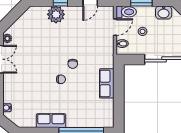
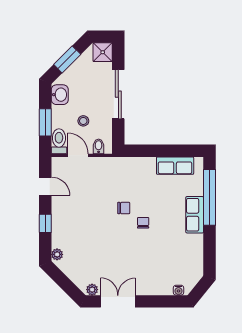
plant: (56, 14) -> (57, 254), moved, width x0.53, depth x0.53
row of seats: (107, 83) -> (175, 166), moved
row of seats: (51, 121) -> (195, 215), moved

